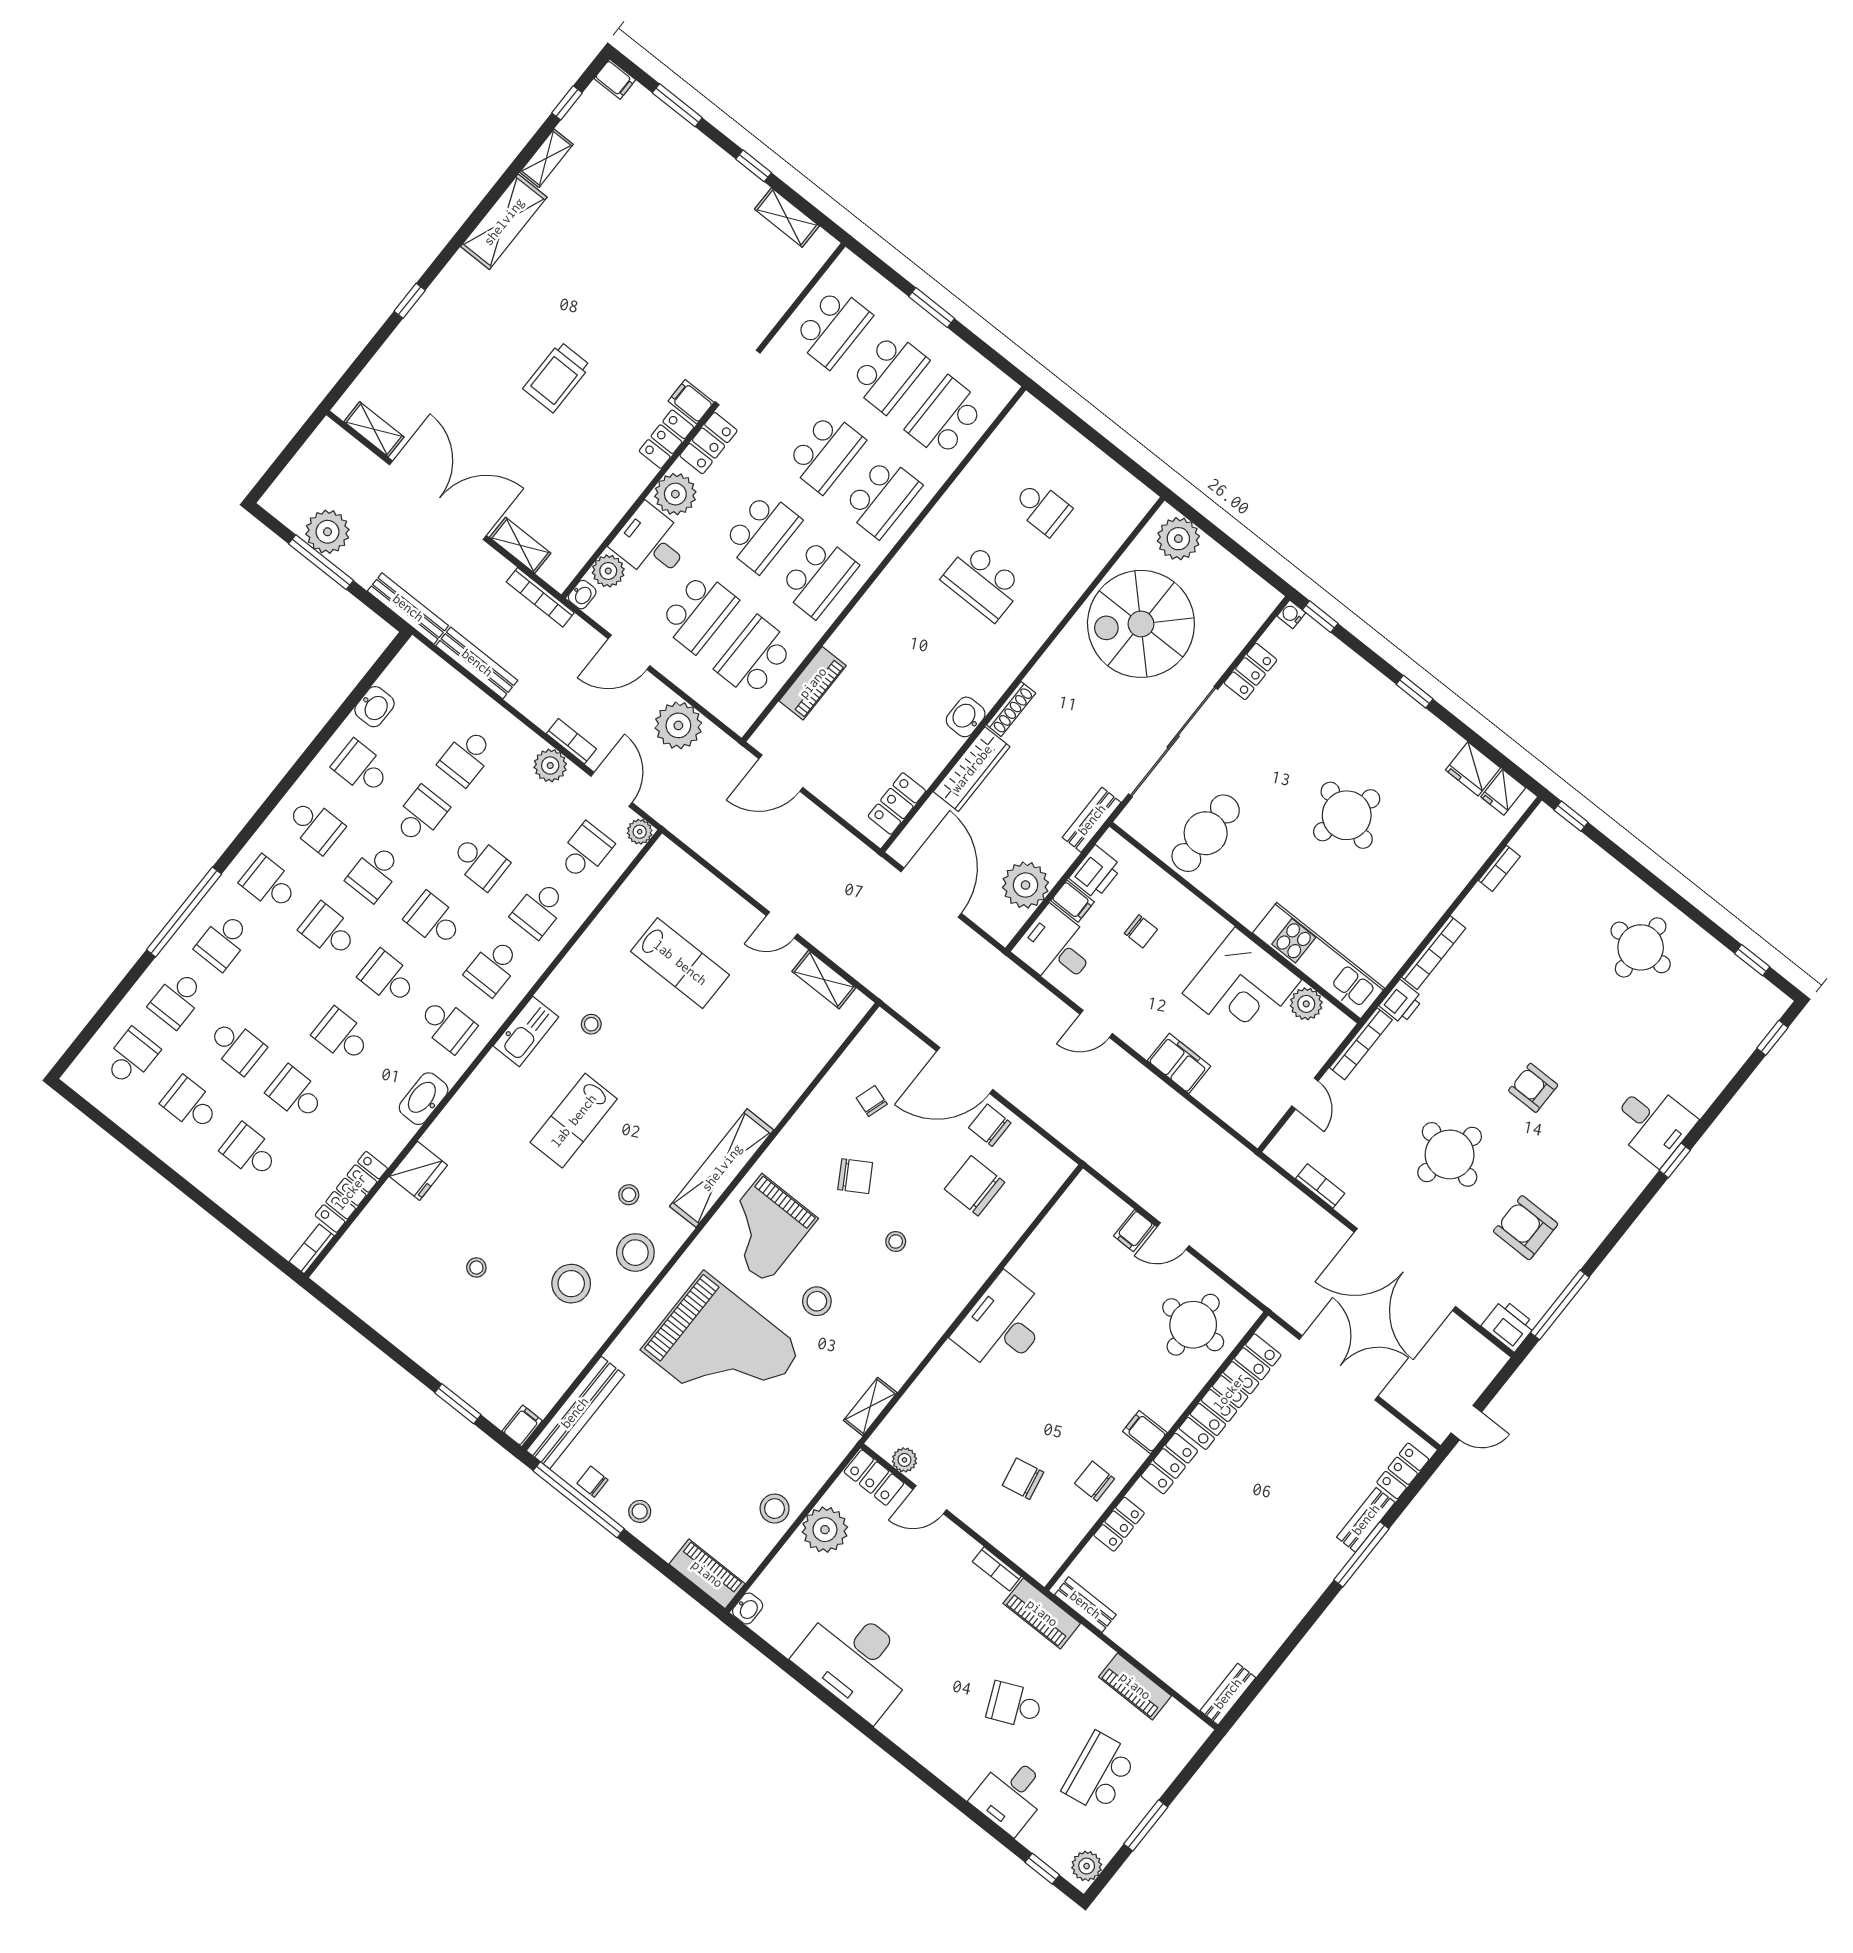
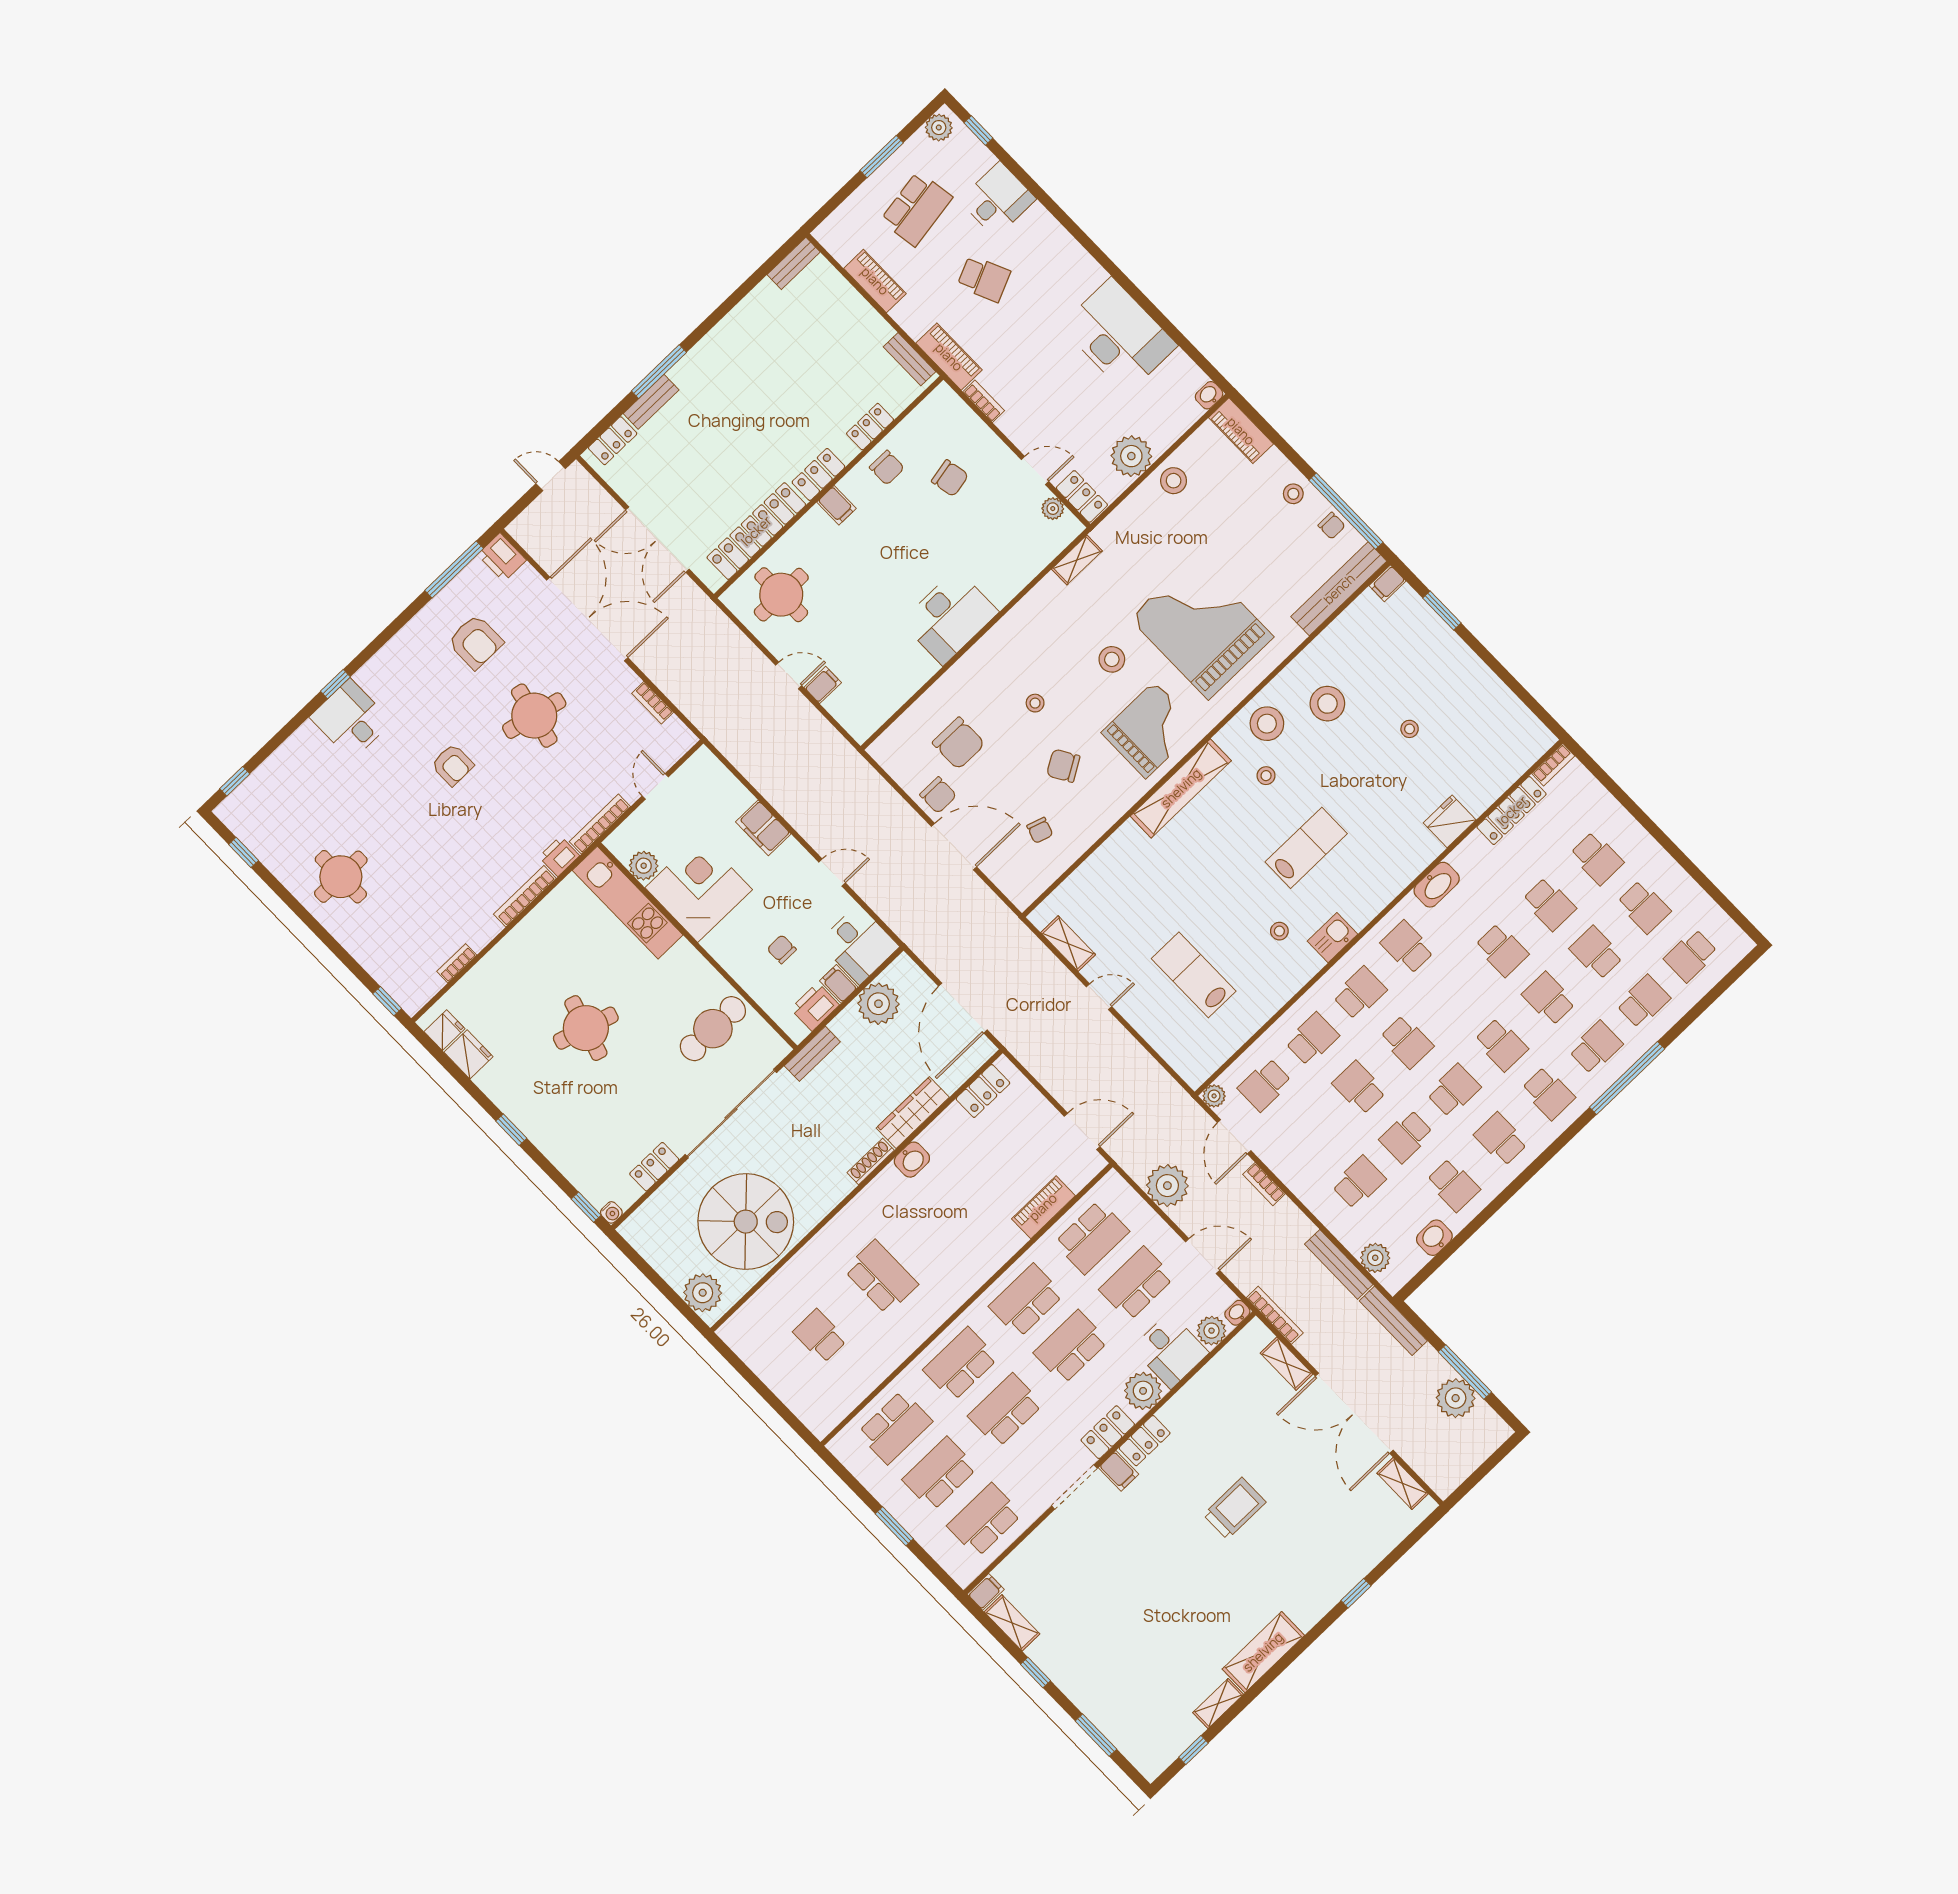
filing cabinet: (615, 79) -> (986, 1592), moved, turned 90
plant: (550, 766) -> (1375, 1258), moved
school desk: (388, 978) -> (1549, 999), moved, turned 180
kitchen sink: (526, 1031) -> (1332, 938), width x0.73

